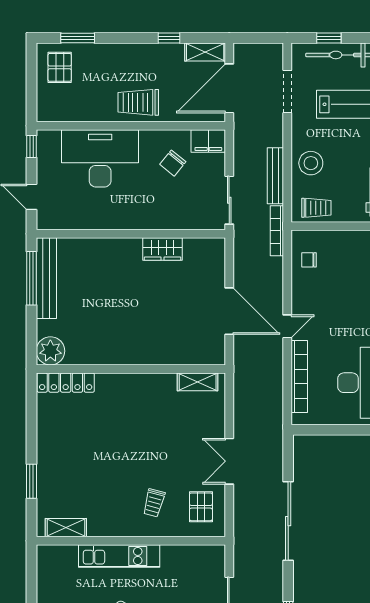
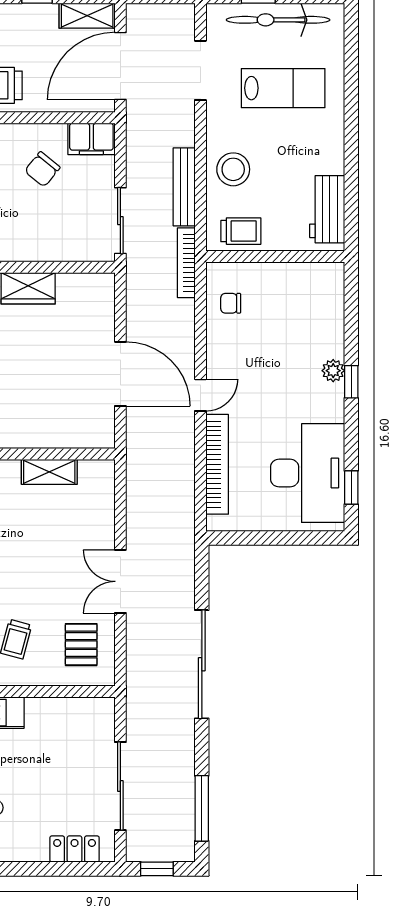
shelving: (198, 382) -> (49, 472), moved

